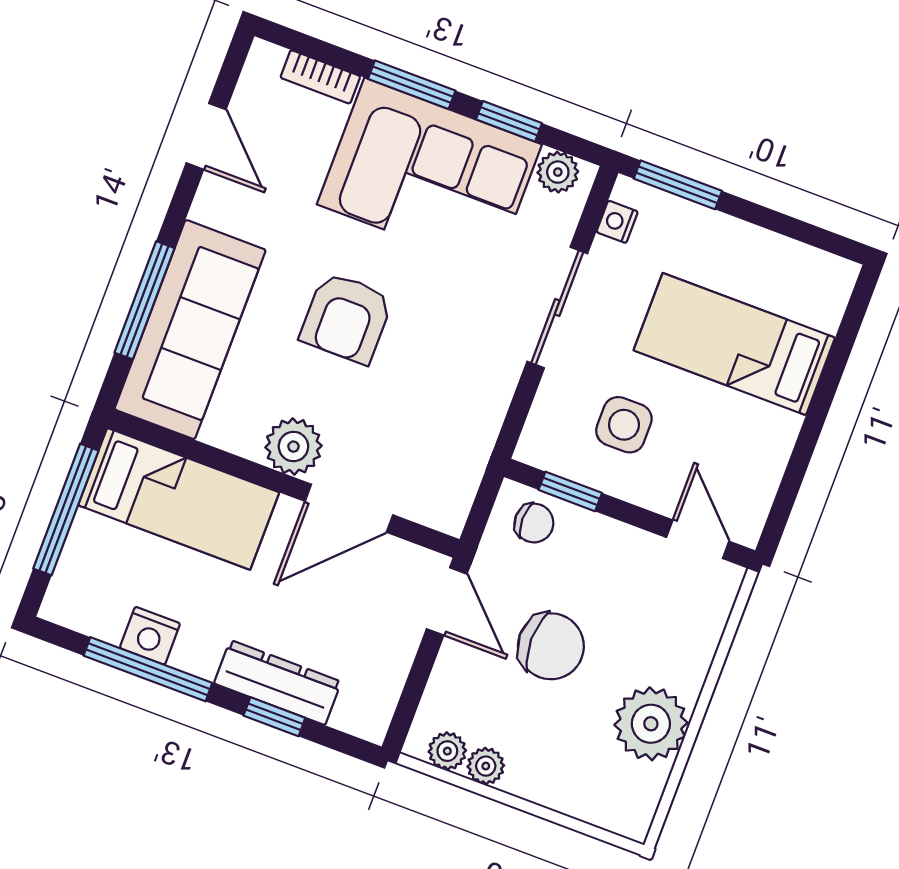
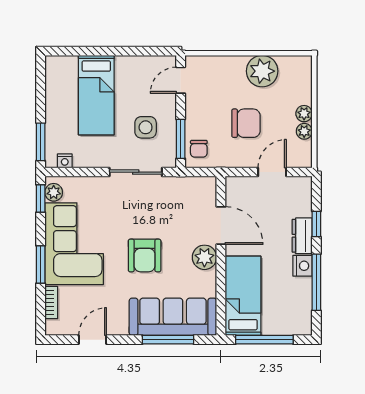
window: (509, 121) -> (41, 199), moved
sliding door: (557, 307) -> (136, 172), moved
armchair: (346, 318) -> (145, 256), turned 90
window: (570, 491) -> (181, 139), width x1.50
chair: (534, 523) -> (199, 149), turned 180
door: (447, 601) -> (272, 172), moved
nightstand: (150, 636) -> (303, 266), moved
chair: (551, 646) -> (246, 123), turned 90
dresser: (278, 683) -> (302, 236), width x0.70
plant: (447, 751) -> (304, 114), moved

